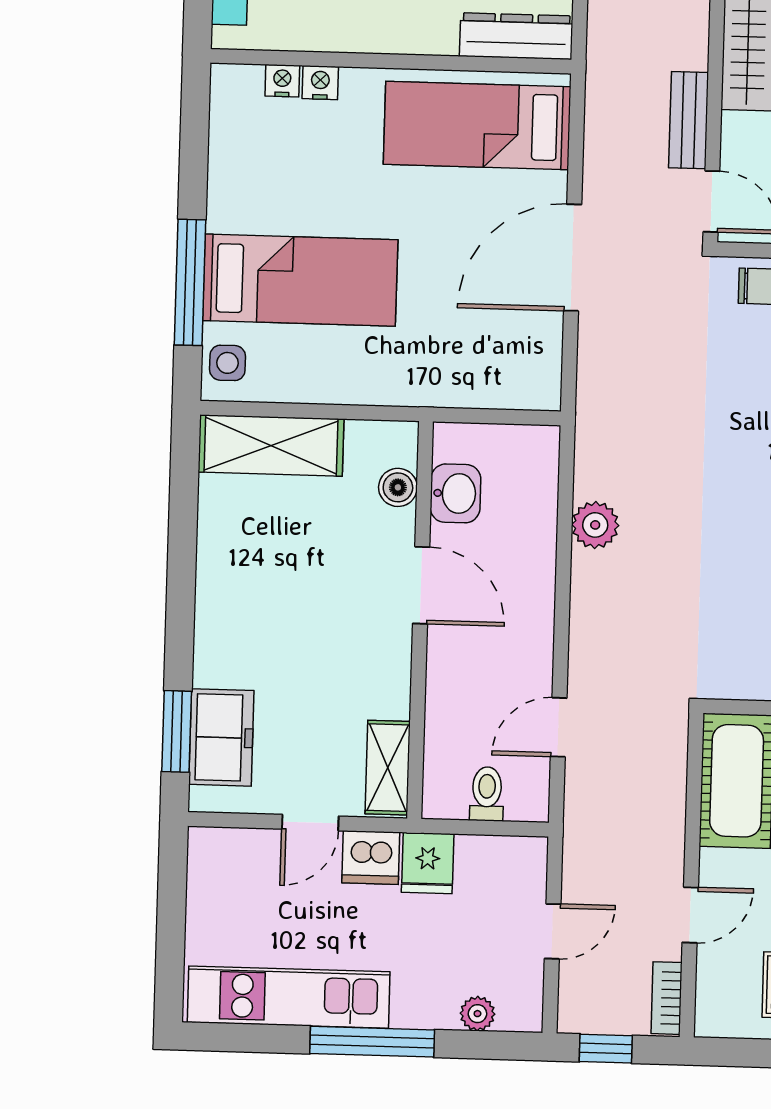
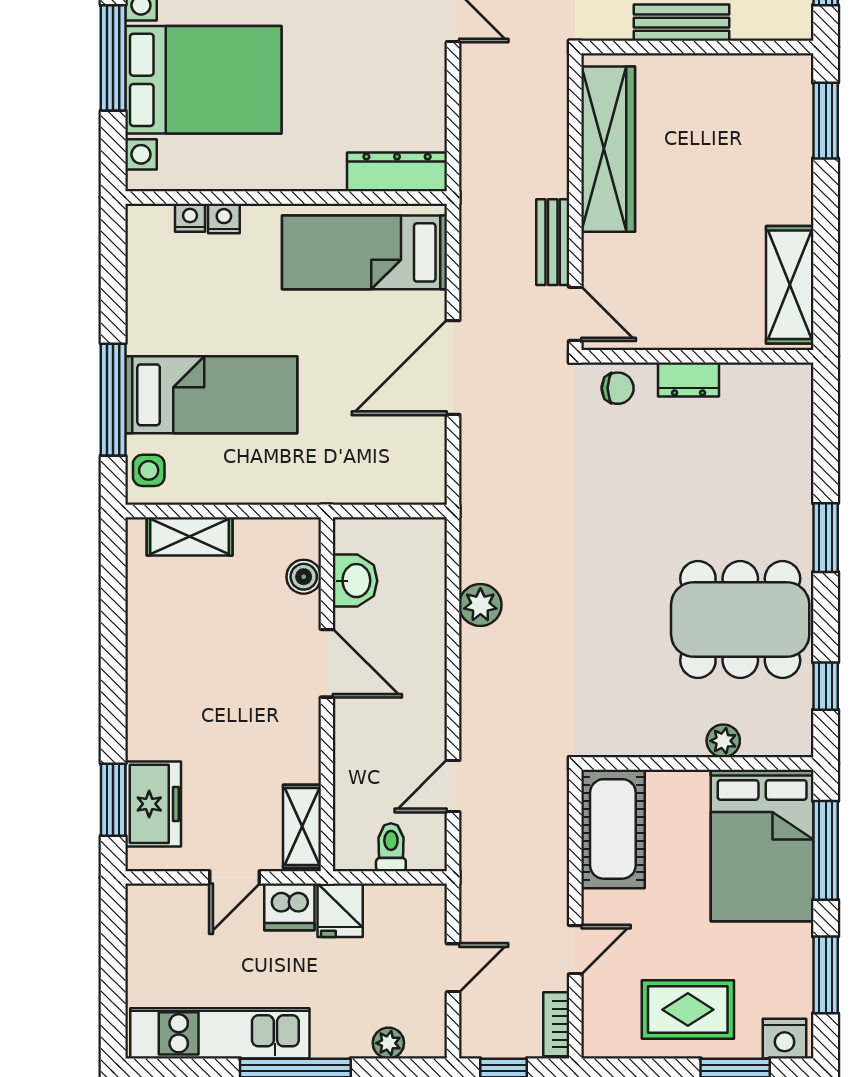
shelving: (271, 445) -> (190, 536), width x0.67, depth x0.75

